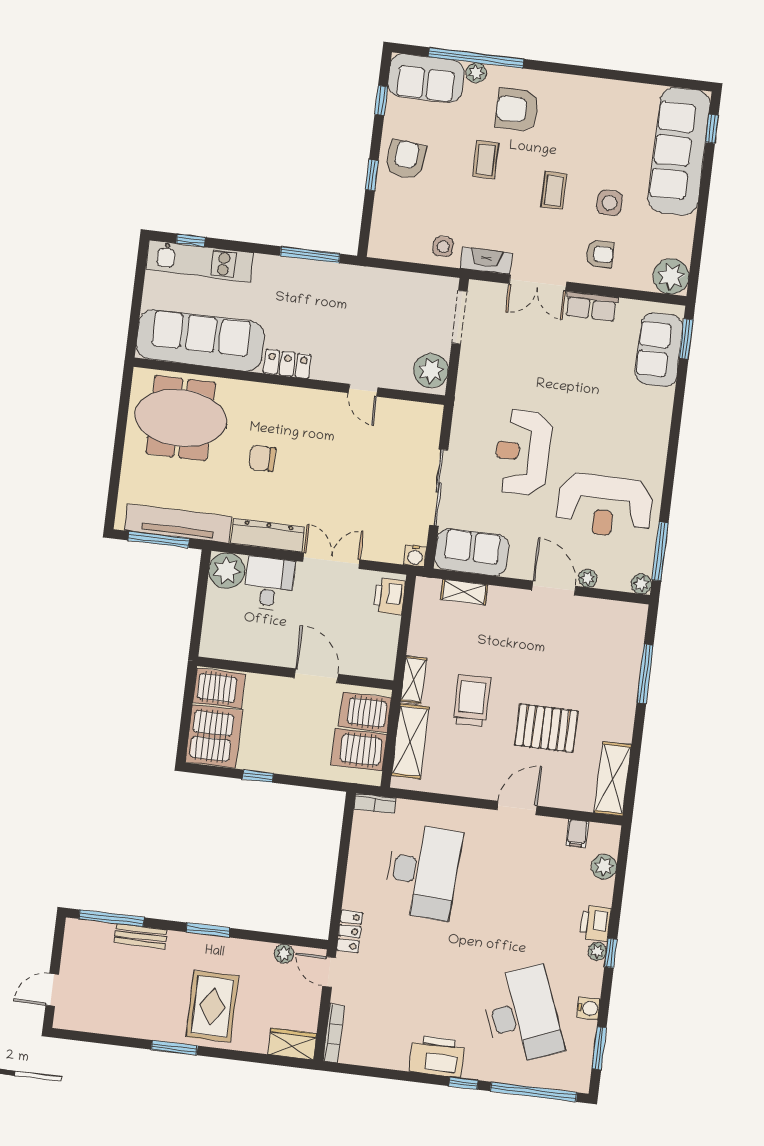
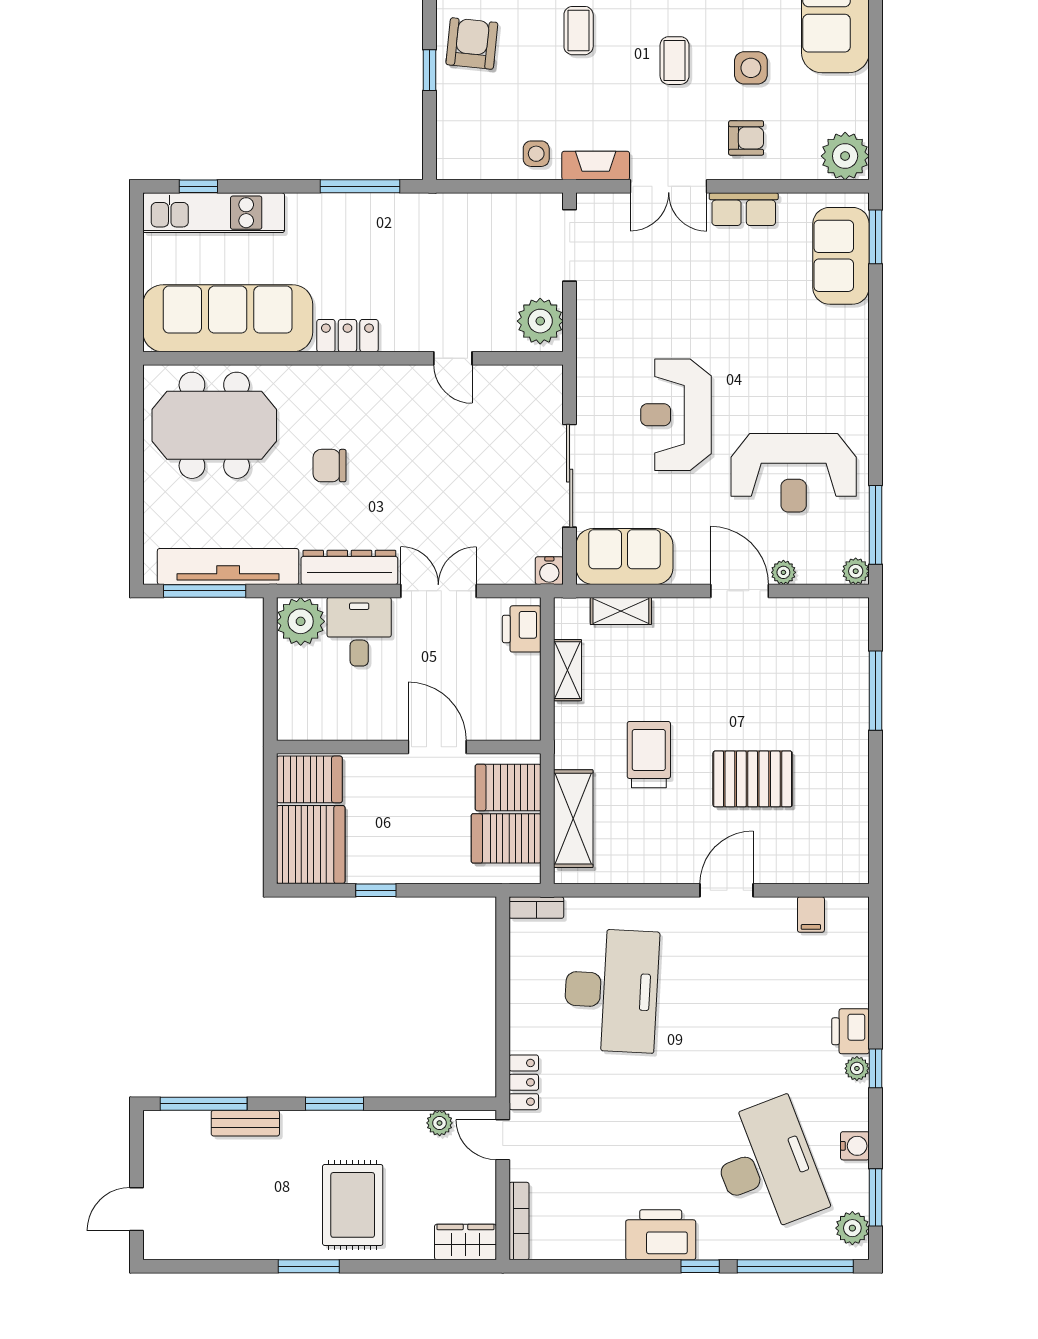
shelving: (413, 680) -> (568, 670), moved
shelving: (613, 779) -> (850, 836), removed
plant: (604, 867) -> (852, 1228), moved

